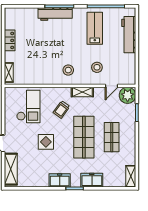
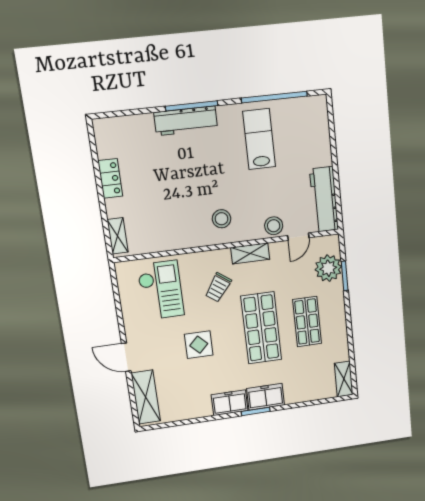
workbench: (129, 35) -> (324, 200), moved
stool: (97, 67) -> (274, 226), moved
plant: (128, 95) -> (328, 268), moved
freezer: (92, 180) -> (266, 397), moved

